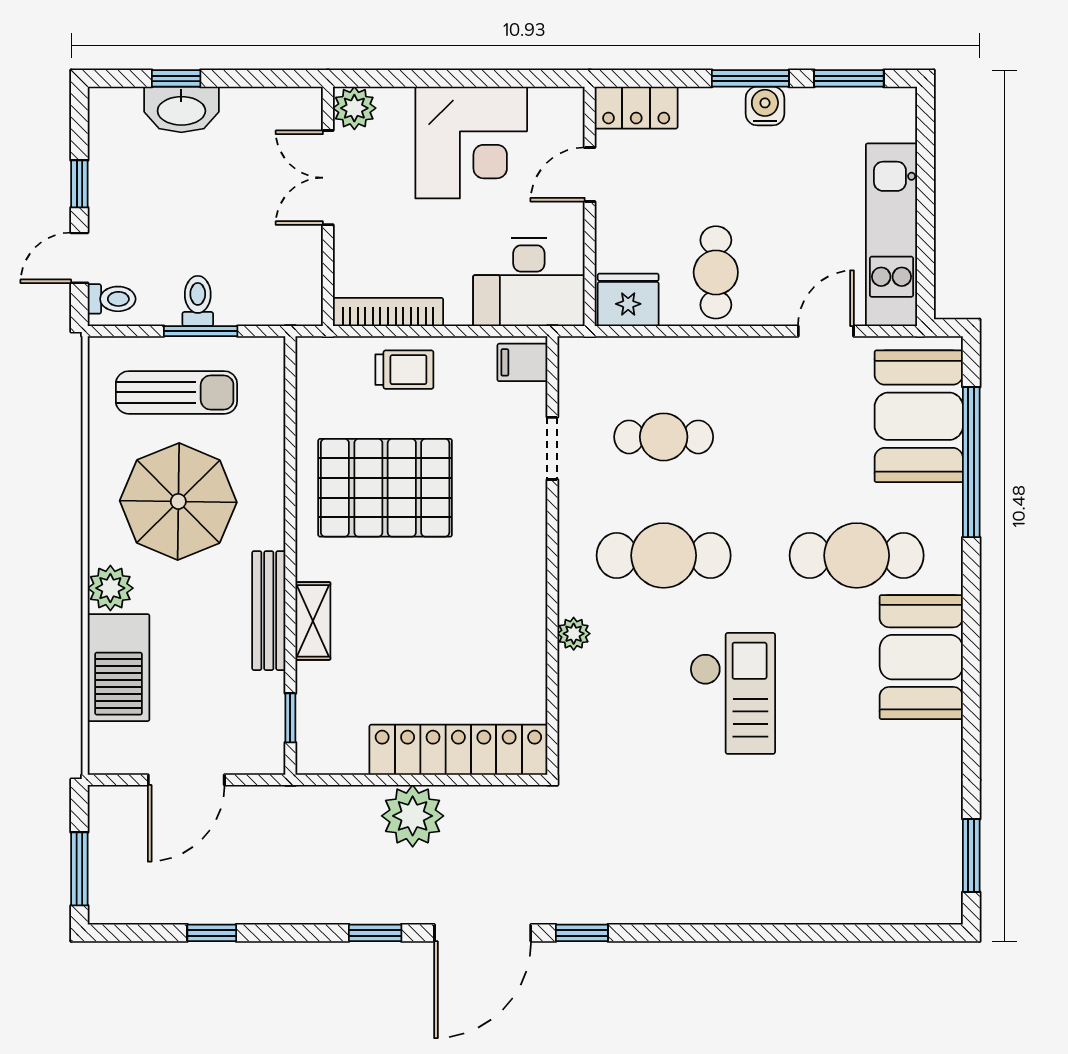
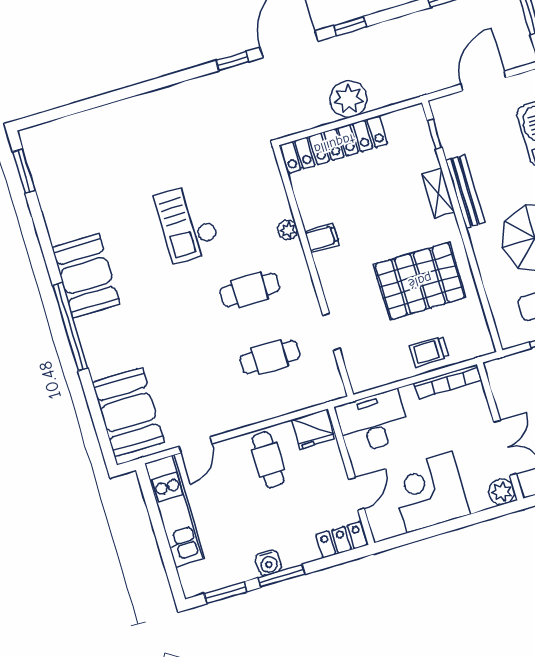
filing cabinet: (522, 362) -> (322, 238), moved
window: (971, 462) -> (70, 327), moved
cafe table: (664, 555) -> (250, 290), width x0.73, depth x0.74
cafe table: (857, 555) -> (140, 322), removed

